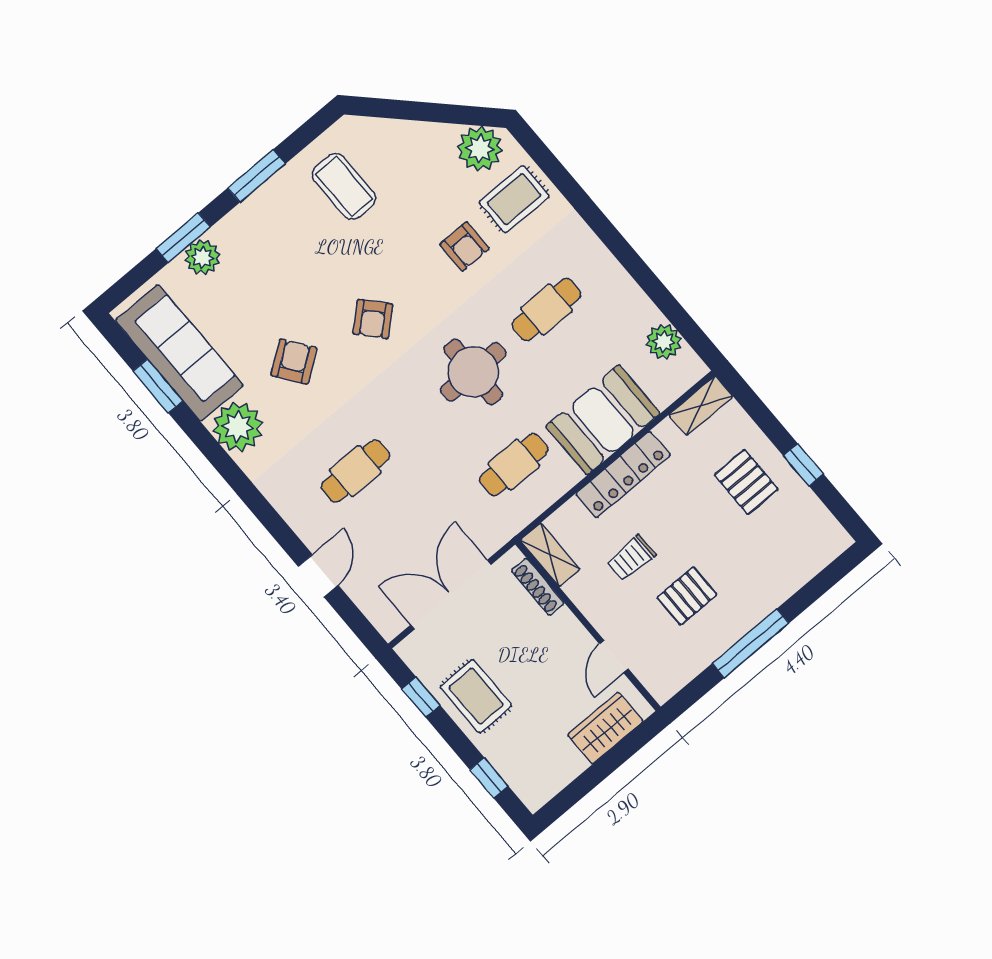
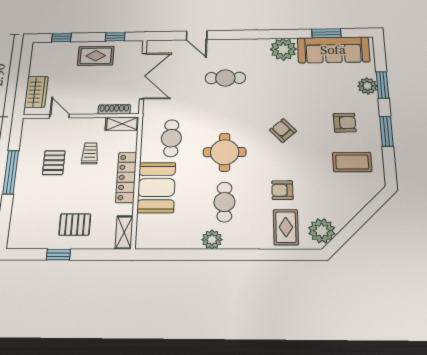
plant: (664, 342) -> (212, 240), moved
armchair: (294, 362) -> (345, 123), moved, turned -55
cafe table: (355, 471) -> (225, 78), turned 90

